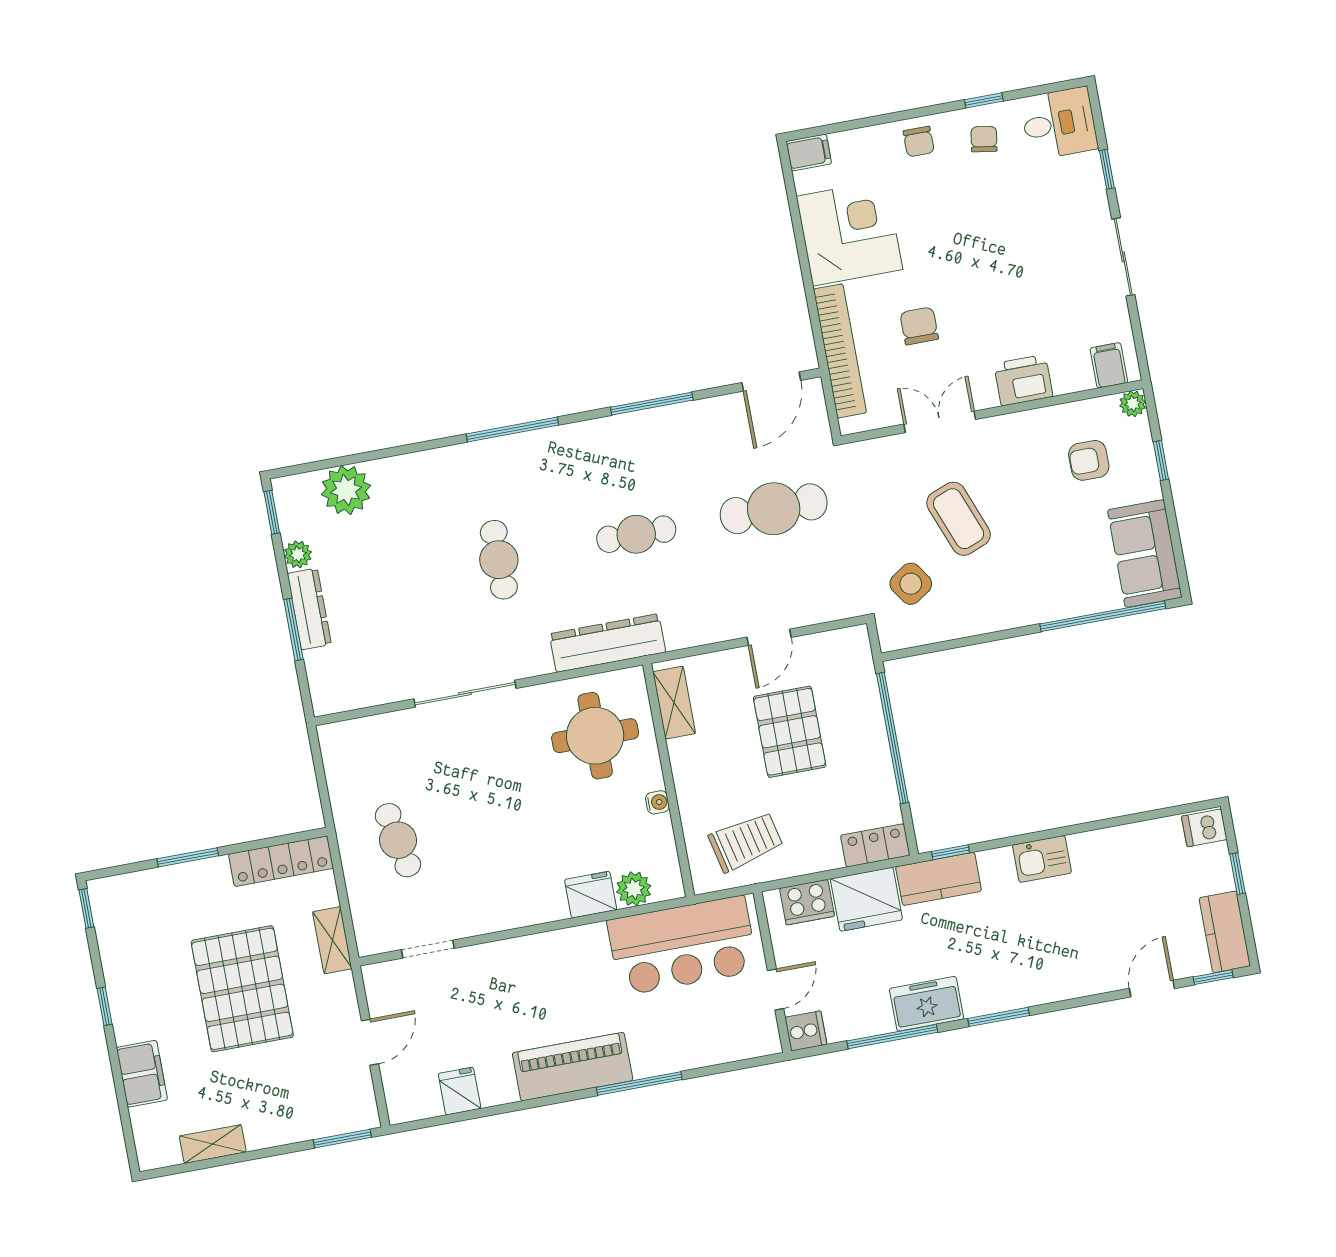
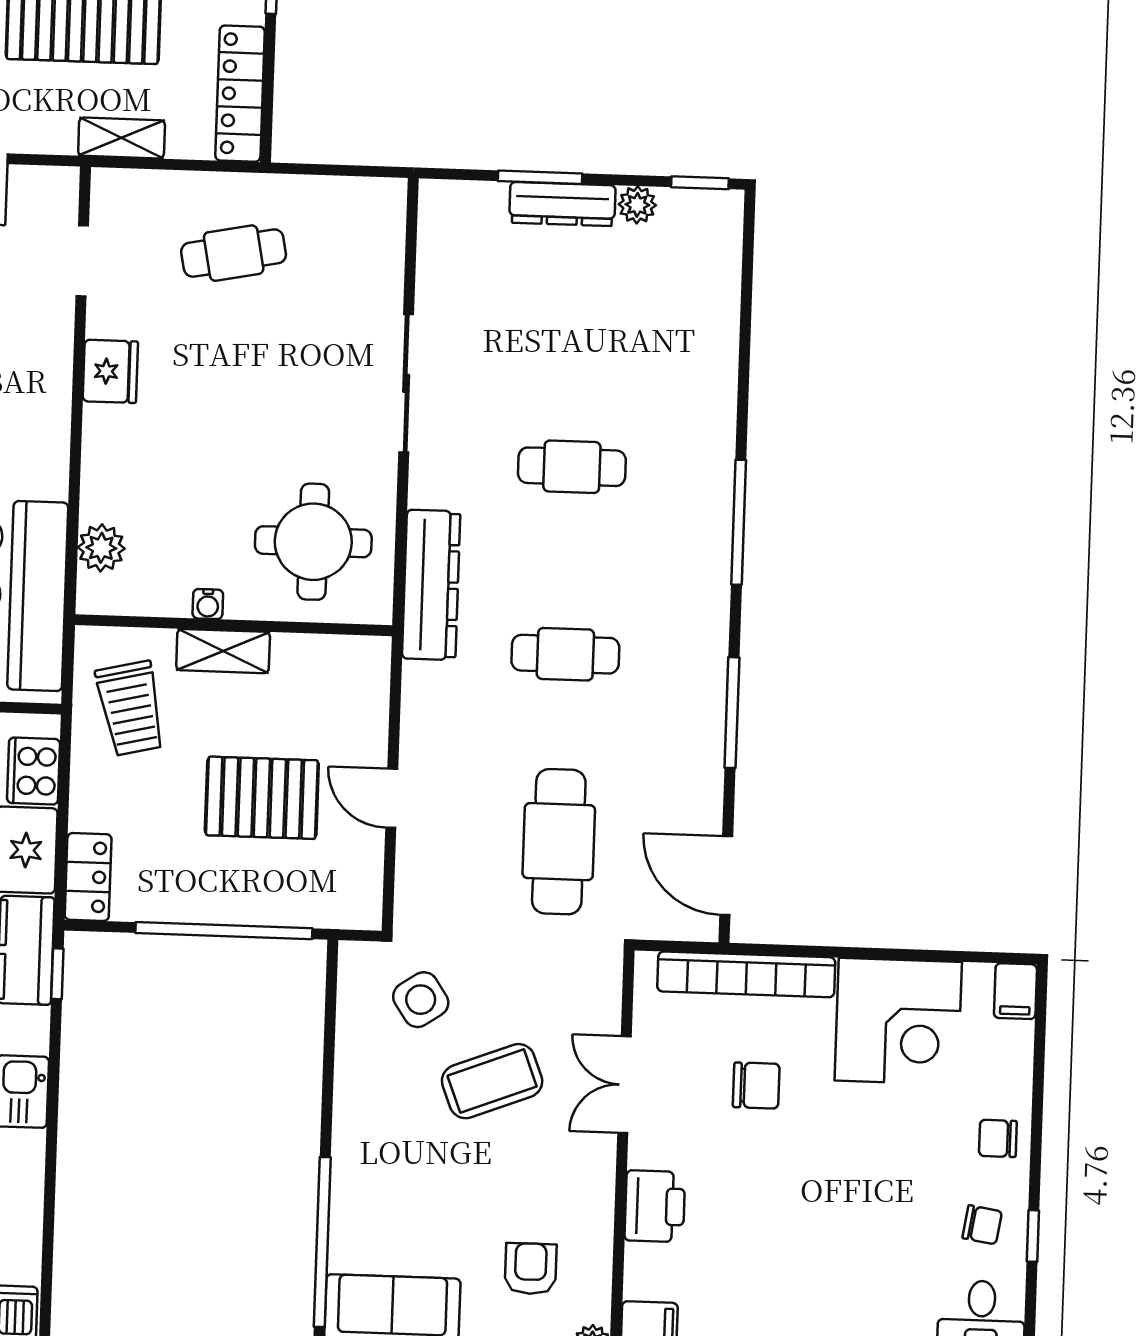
double door: (940, 422) -> (625, 1085), swing flipped
plant: (346, 490) -> (708, 287), removed
cafe table: (636, 534) -> (565, 654), turned 90
shelving: (674, 703) -> (223, 651), moved
fridge: (591, 895) -> (110, 371), moved

